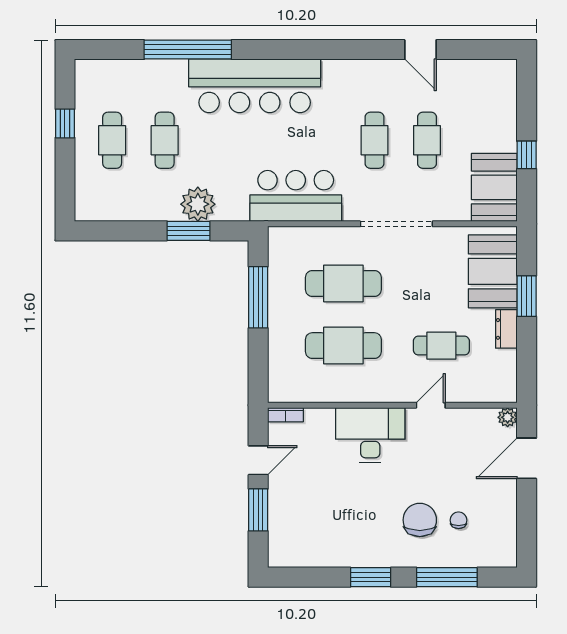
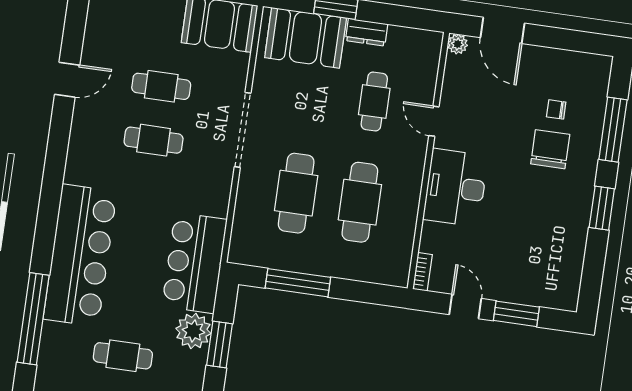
bar counter: (296, 196) -> (194, 263), moved
chair: (420, 520) -> (550, 149), turned 90

